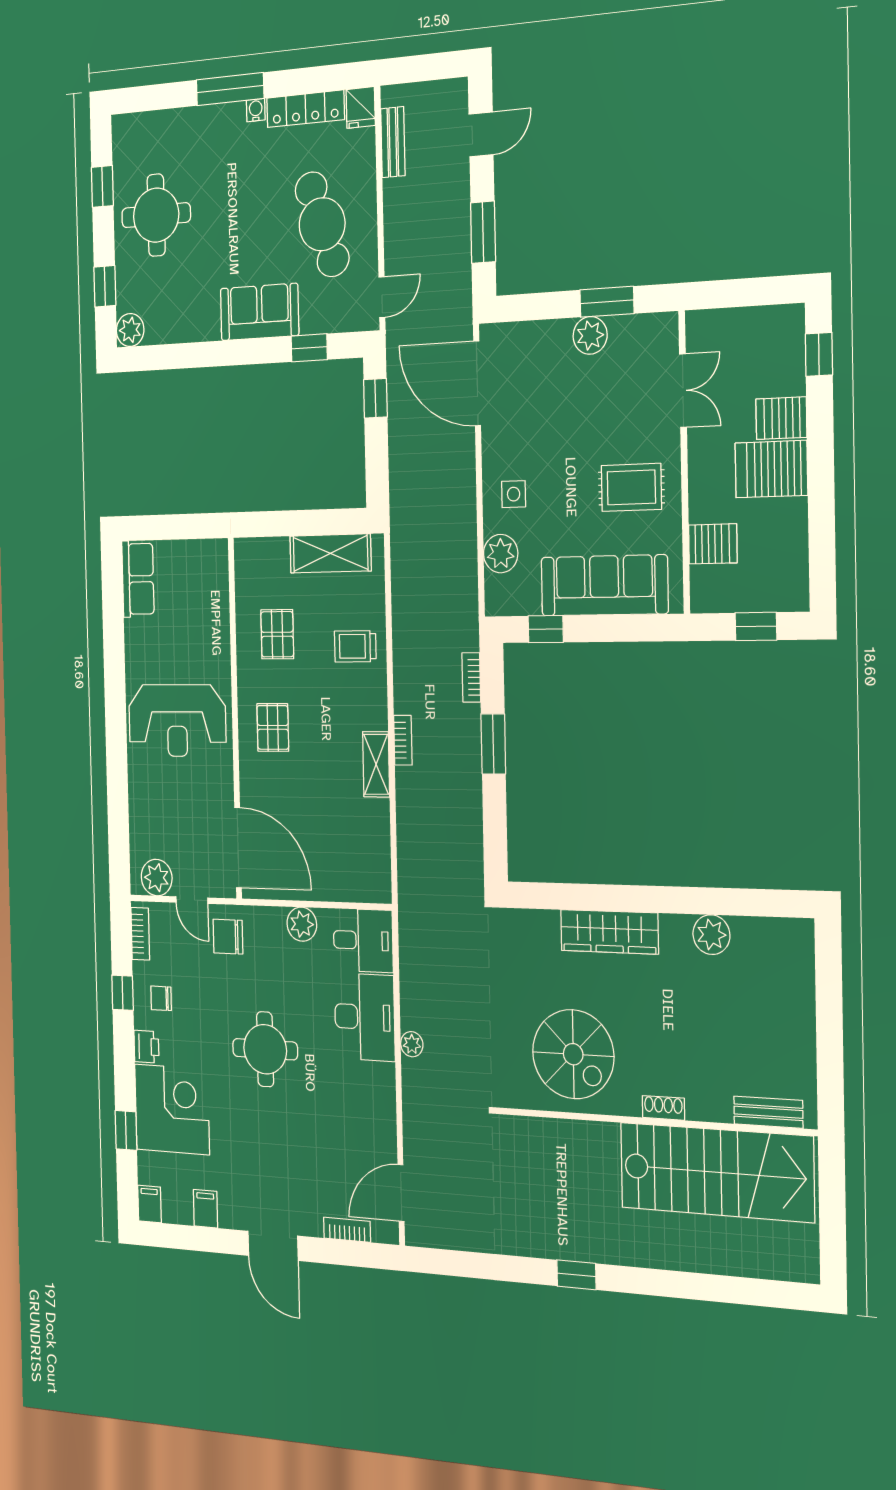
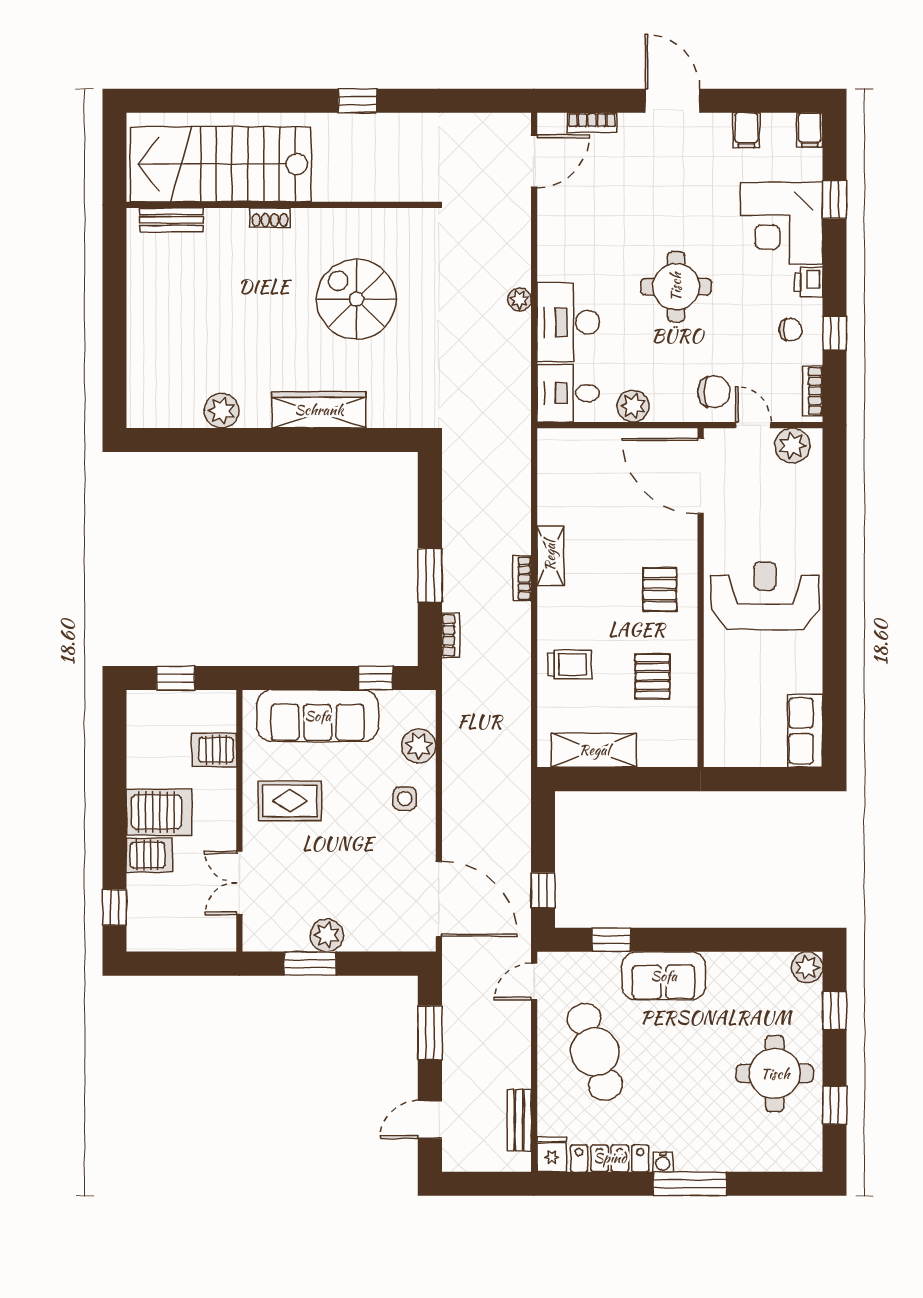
shoe rack: (663, 1108) -> (270, 218), moved
bench: (768, 1112) -> (172, 220), moved
wall: (652, 1121) -> (281, 205), moved
stairs: (716, 1172) -> (221, 164), moved

